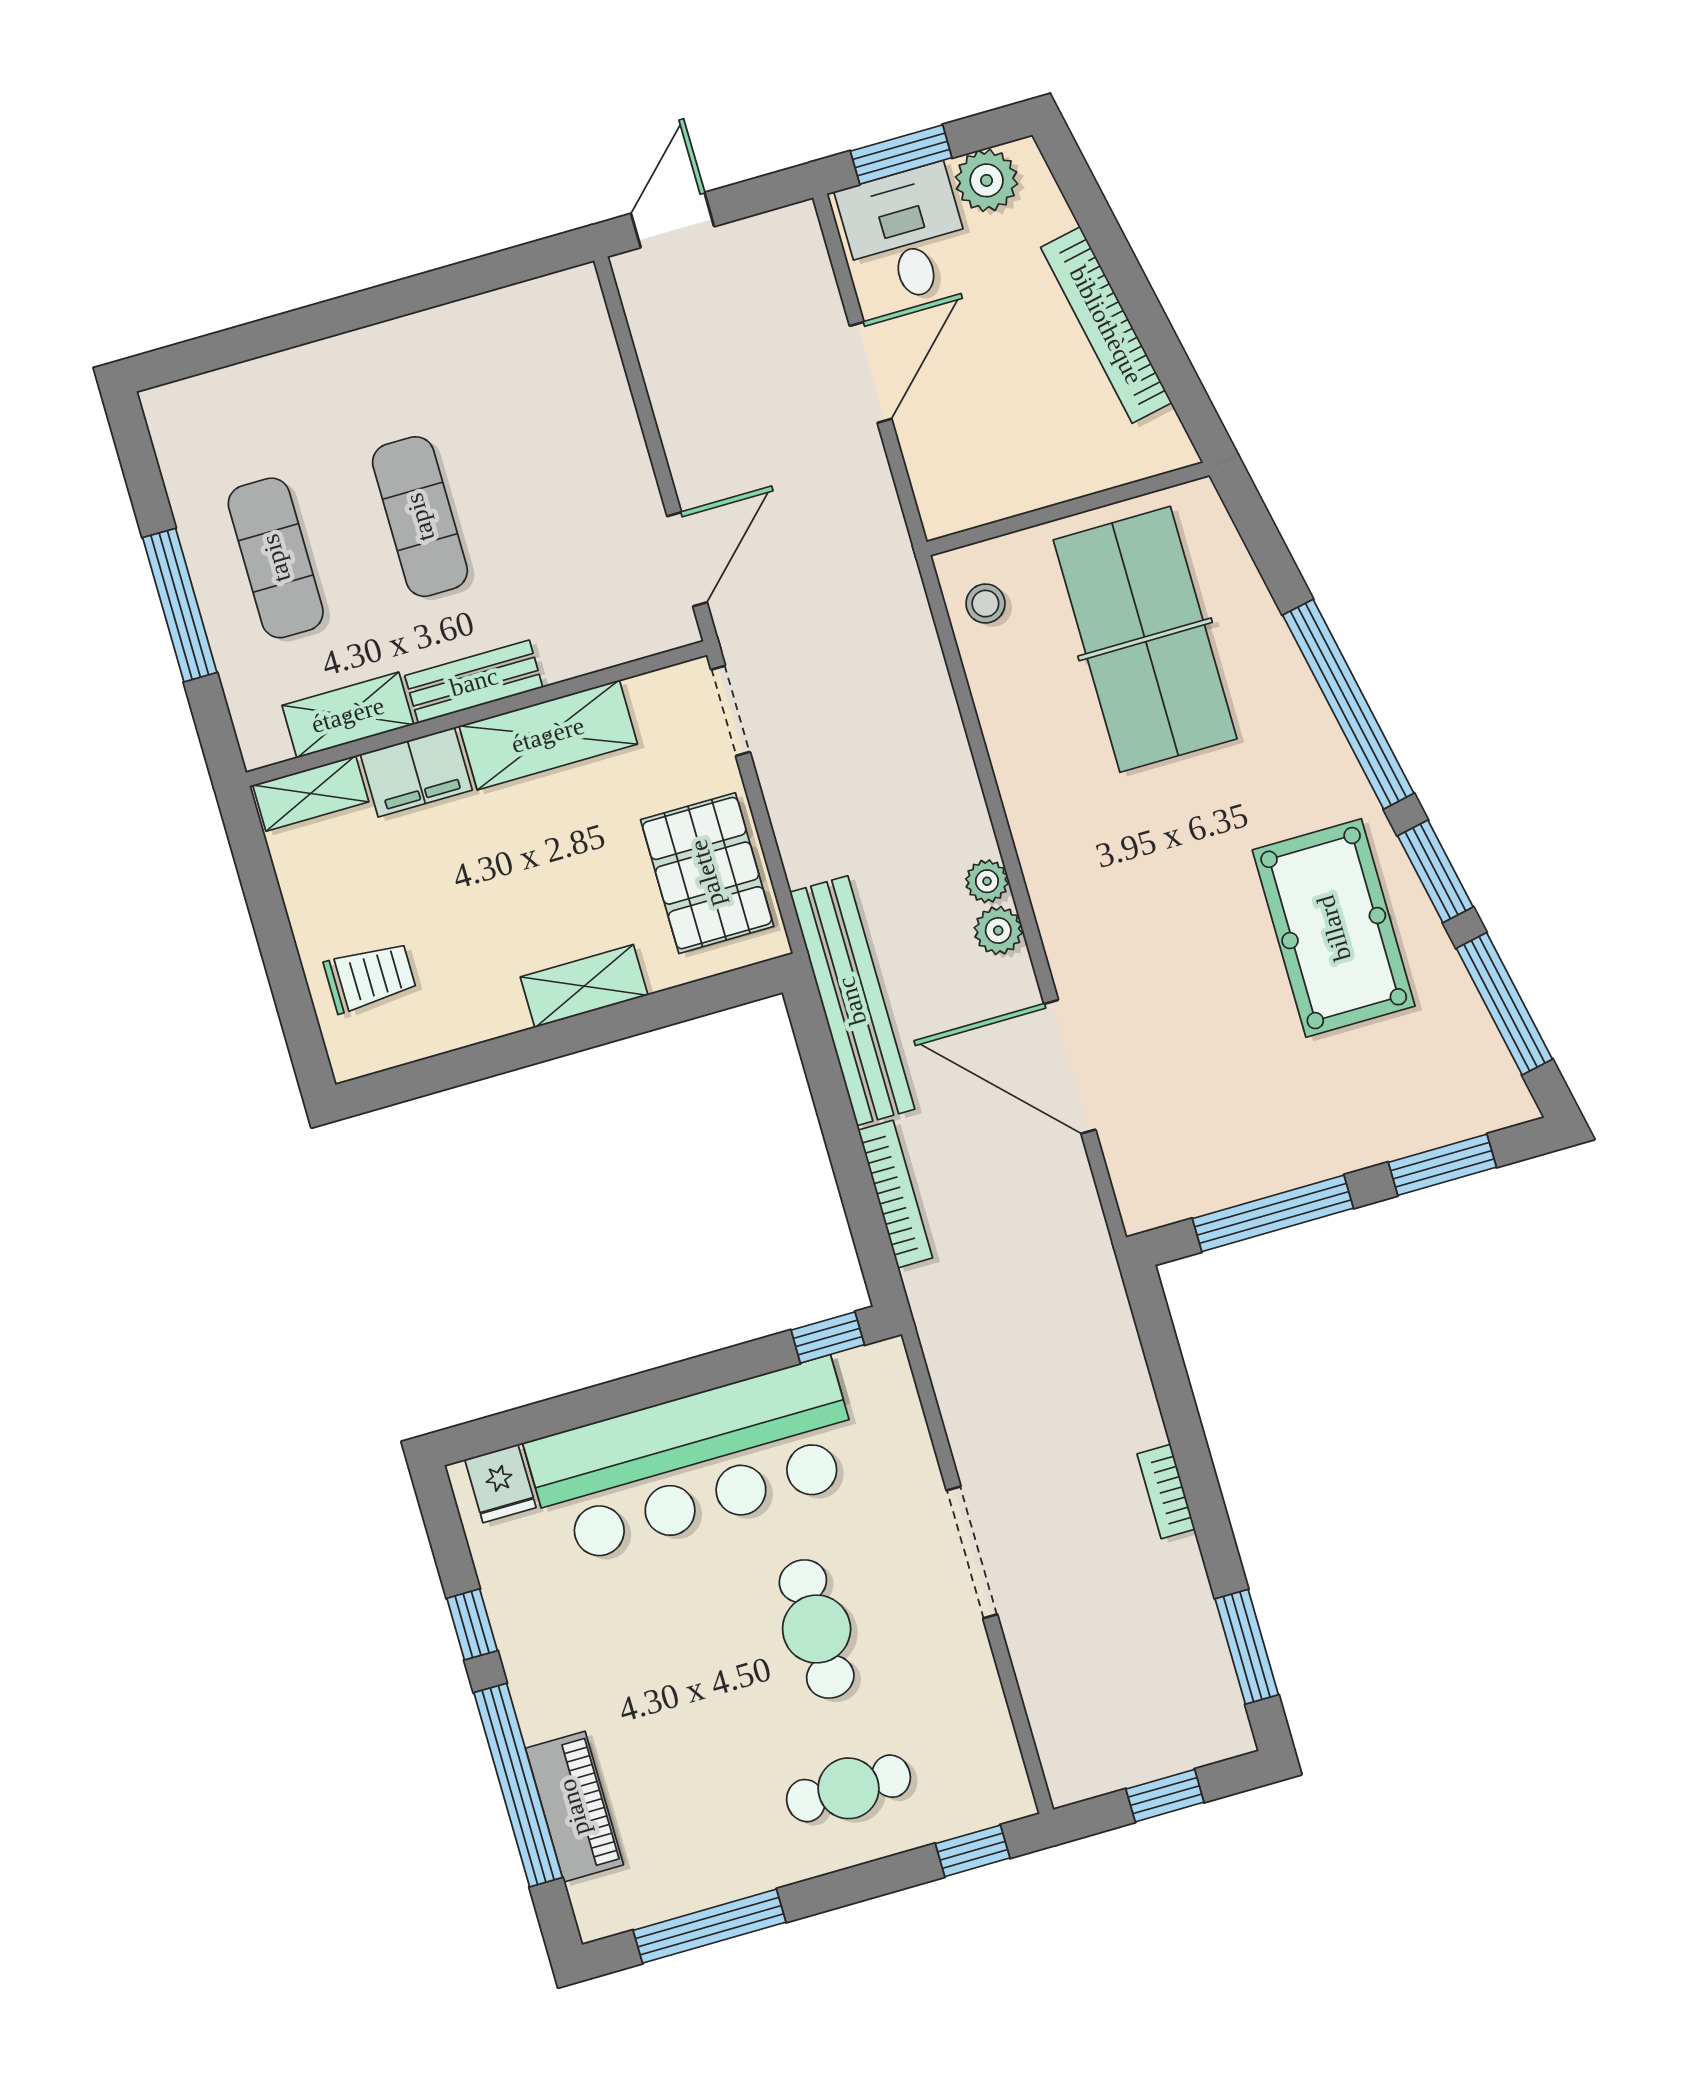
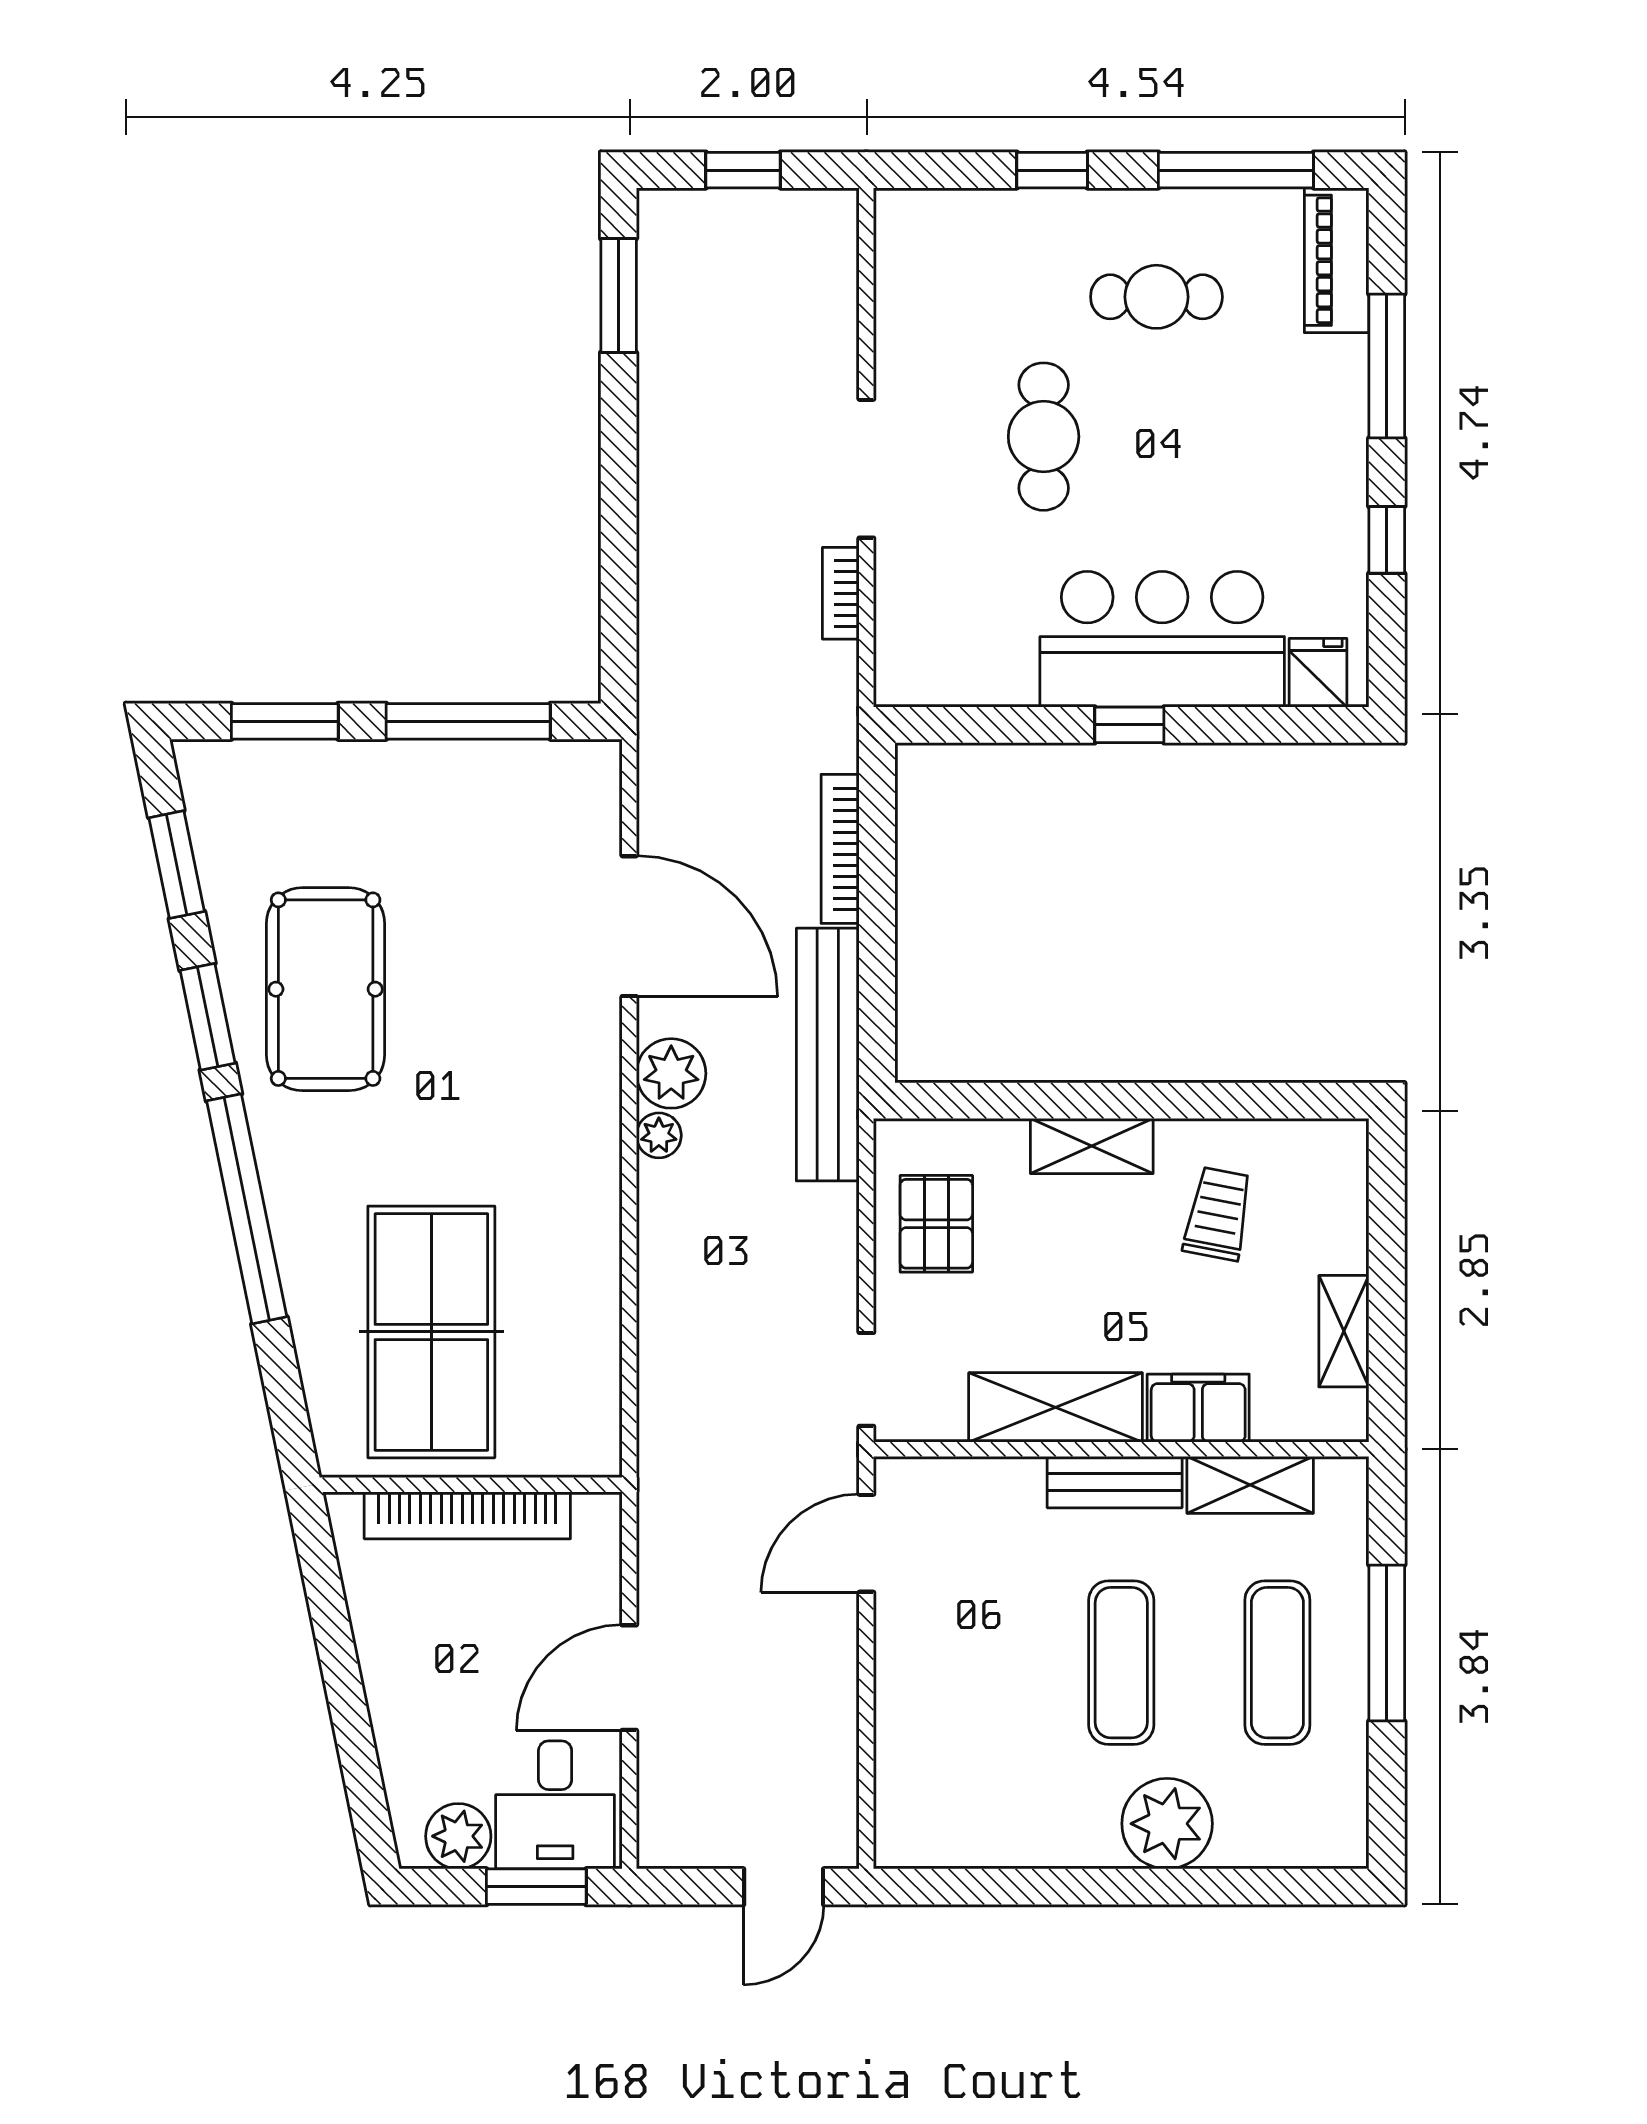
bookcase: (1106, 325) -> (467, 1515), moved, turned 102
plant: (335, 380) -> (1167, 1824), added
stool: (985, 604) -> (581, 1414), removed
shelving: (311, 793) -> (1344, 1331), moved, turned 90
pallet: (707, 873) -> (936, 1224), width x0.67, depth x0.71
plant: (998, 930) -> (671, 1073), width x1.38, depth x1.38
trolley: (370, 977) -> (1218, 1214), moved, turned 101
window: (1504, 1004) -> (177, 865), width x0.69
window: (828, 1337) -> (1129, 725), moved
bar counter: (694, 1461) -> (1162, 639), width x0.73
bookcase: (1166, 1491) -> (841, 593), moved, turned 180
window: (518, 1785) -> (1387, 366), width x0.68
cafe table: (849, 1788) -> (1156, 297), moved
piano: (574, 1807) -> (1337, 260), moved
window: (973, 1851) -> (1052, 170), moved

